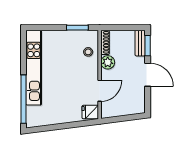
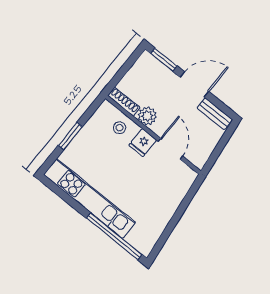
window: (77, 28) -> (70, 136), moved
bench: (140, 43) -> (215, 114), moved
fridge: (90, 112) -> (143, 143), moved

